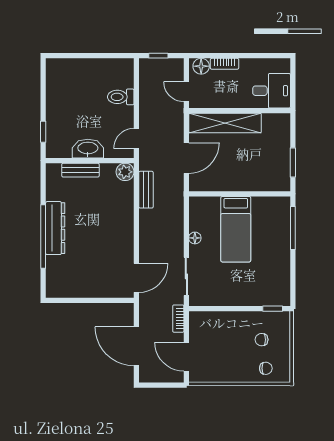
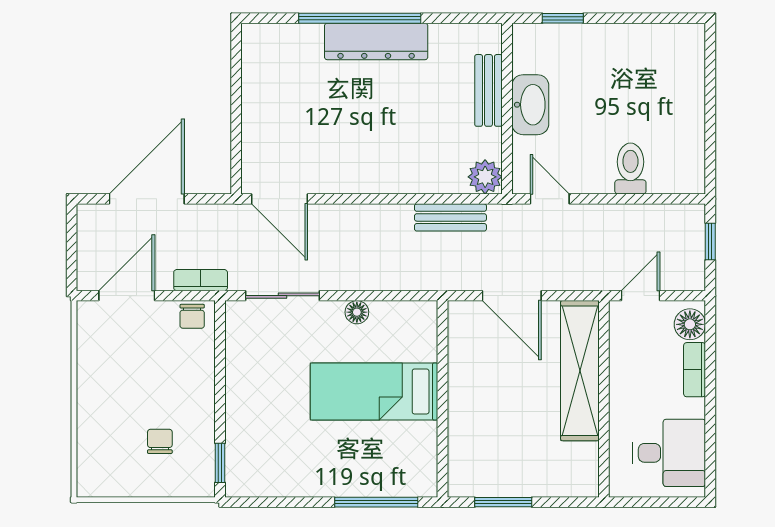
desk: (272, 91) -> (669, 453), moved, turned -90
chair: (266, 368) -> (192, 316), moved

